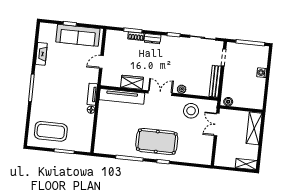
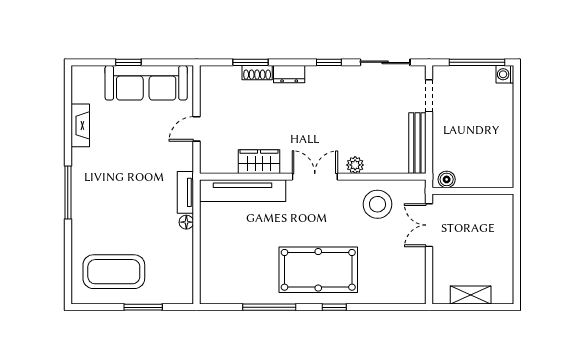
washing machine: (262, 73) -> (505, 74), moved
shelving: (254, 128) -> (501, 225), removed
shelving: (246, 164) -> (471, 295), moved

